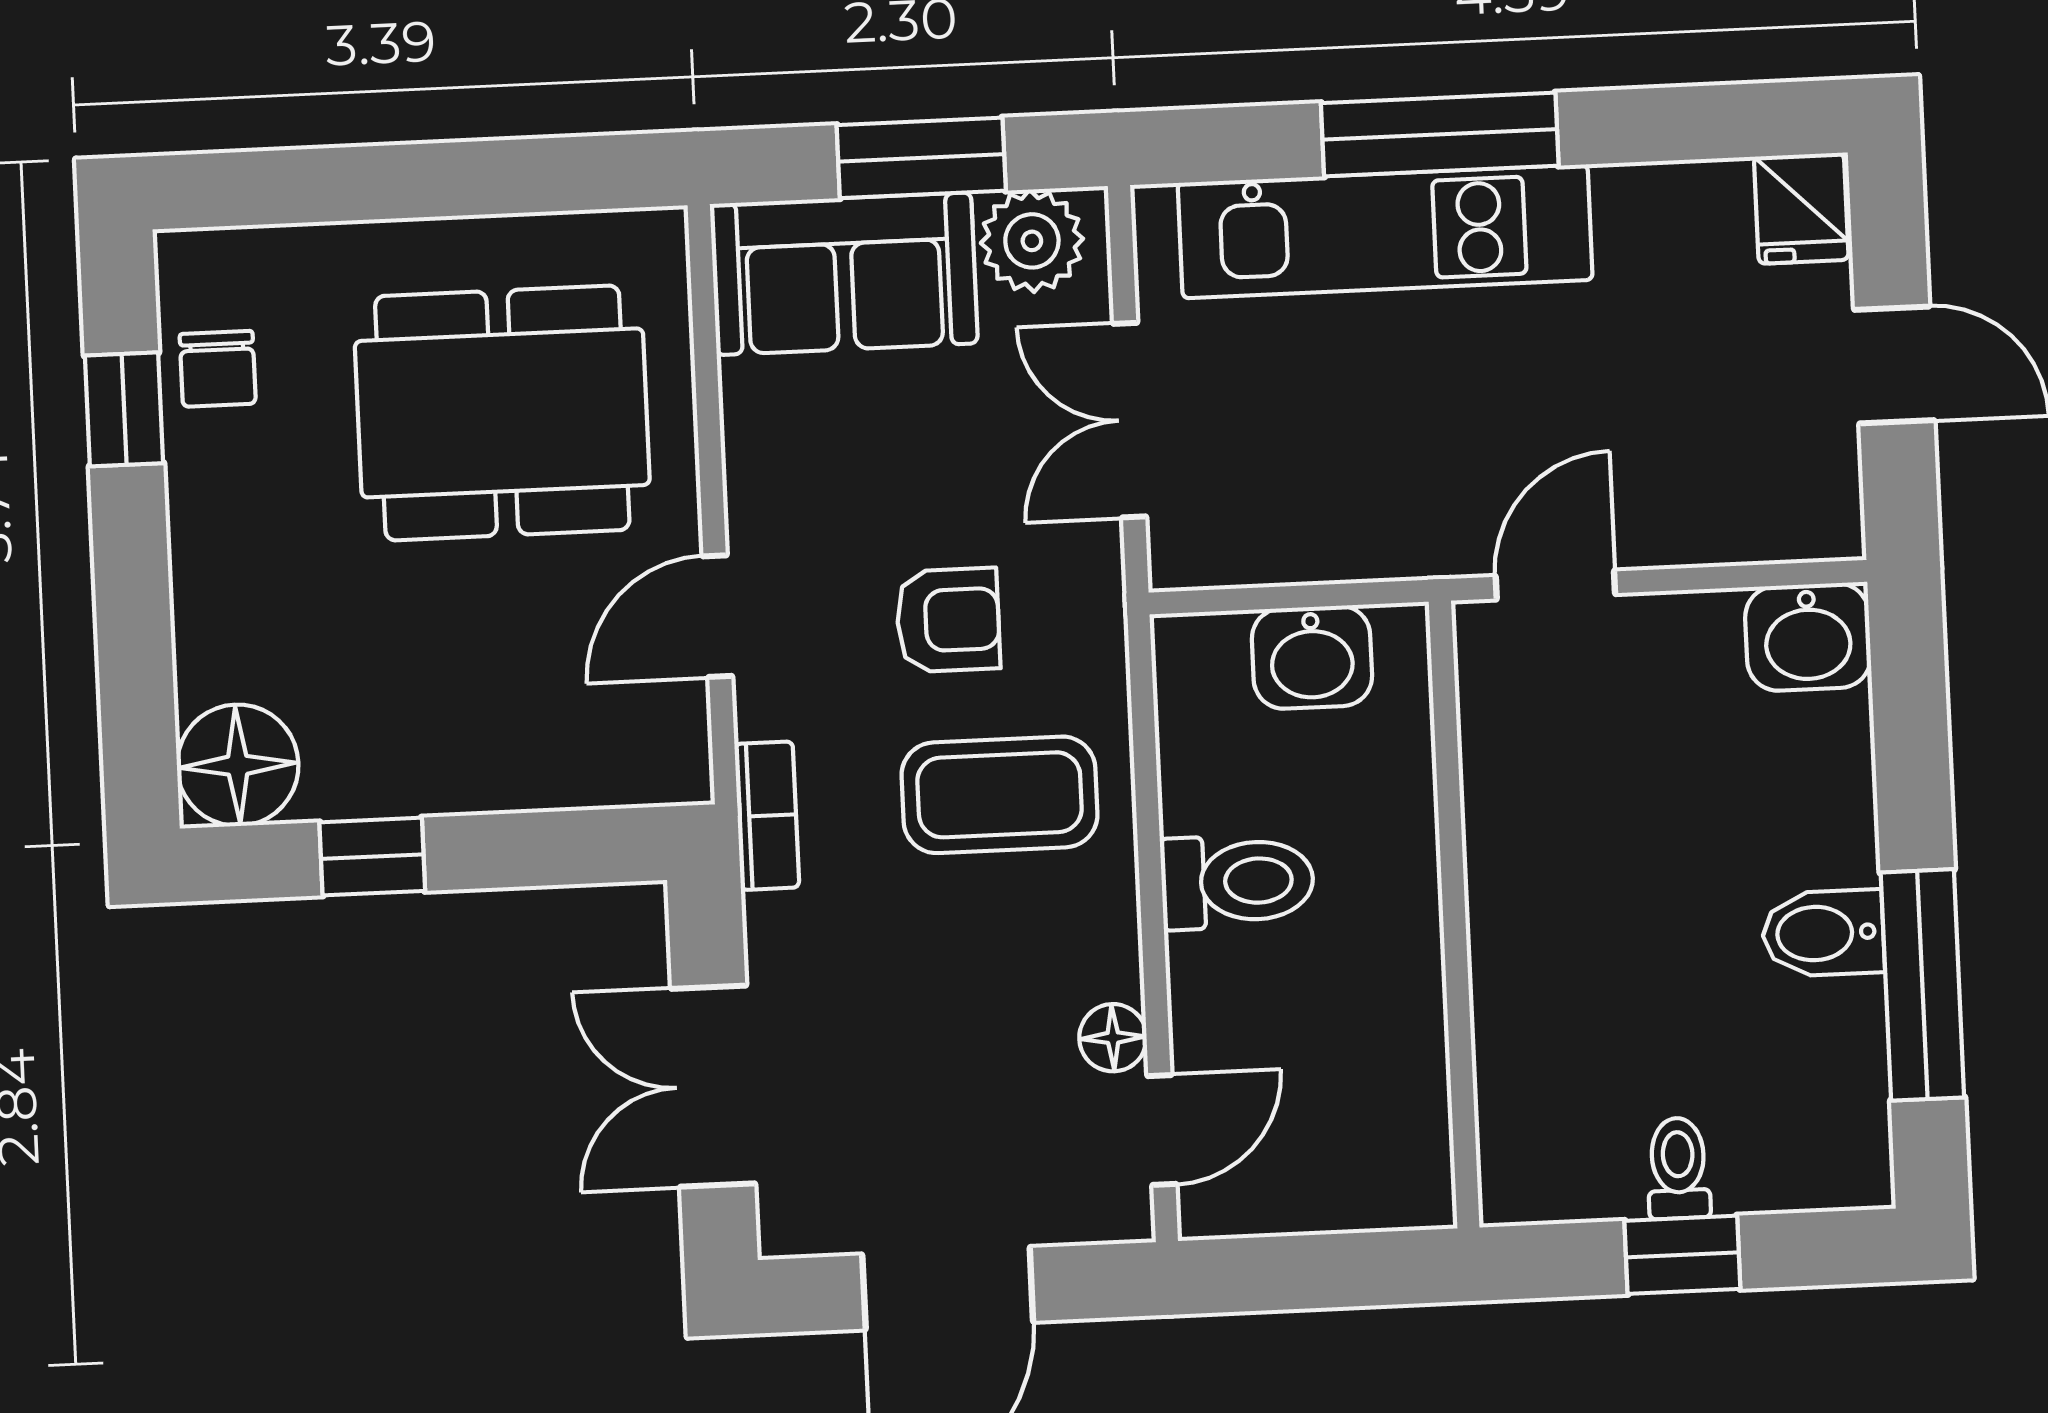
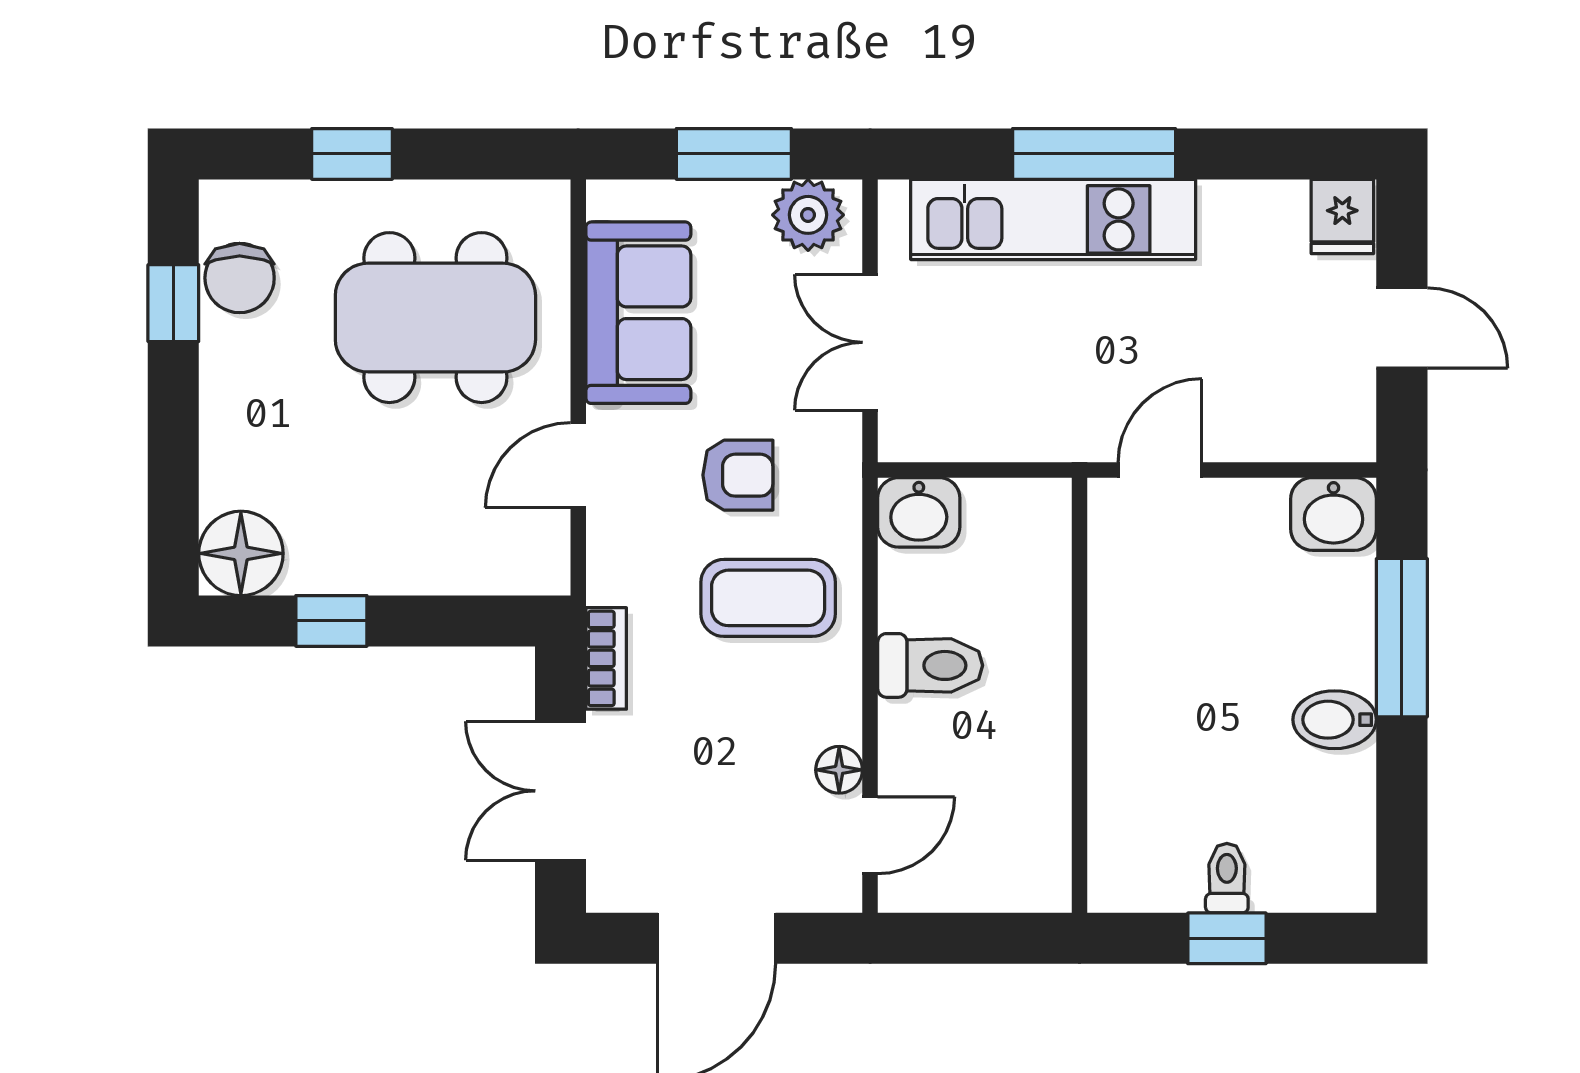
window: (371, 183) -> (352, 154), added
sofa: (844, 274) -> (638, 313), moved, turned -90
chair: (218, 369) -> (240, 278), width x1.37, depth x1.37
washbasin: (1312, 657) -> (919, 512), moved
bookcase: (767, 816) -> (606, 658), moved
window: (1922, 985) -> (1402, 638), moved

